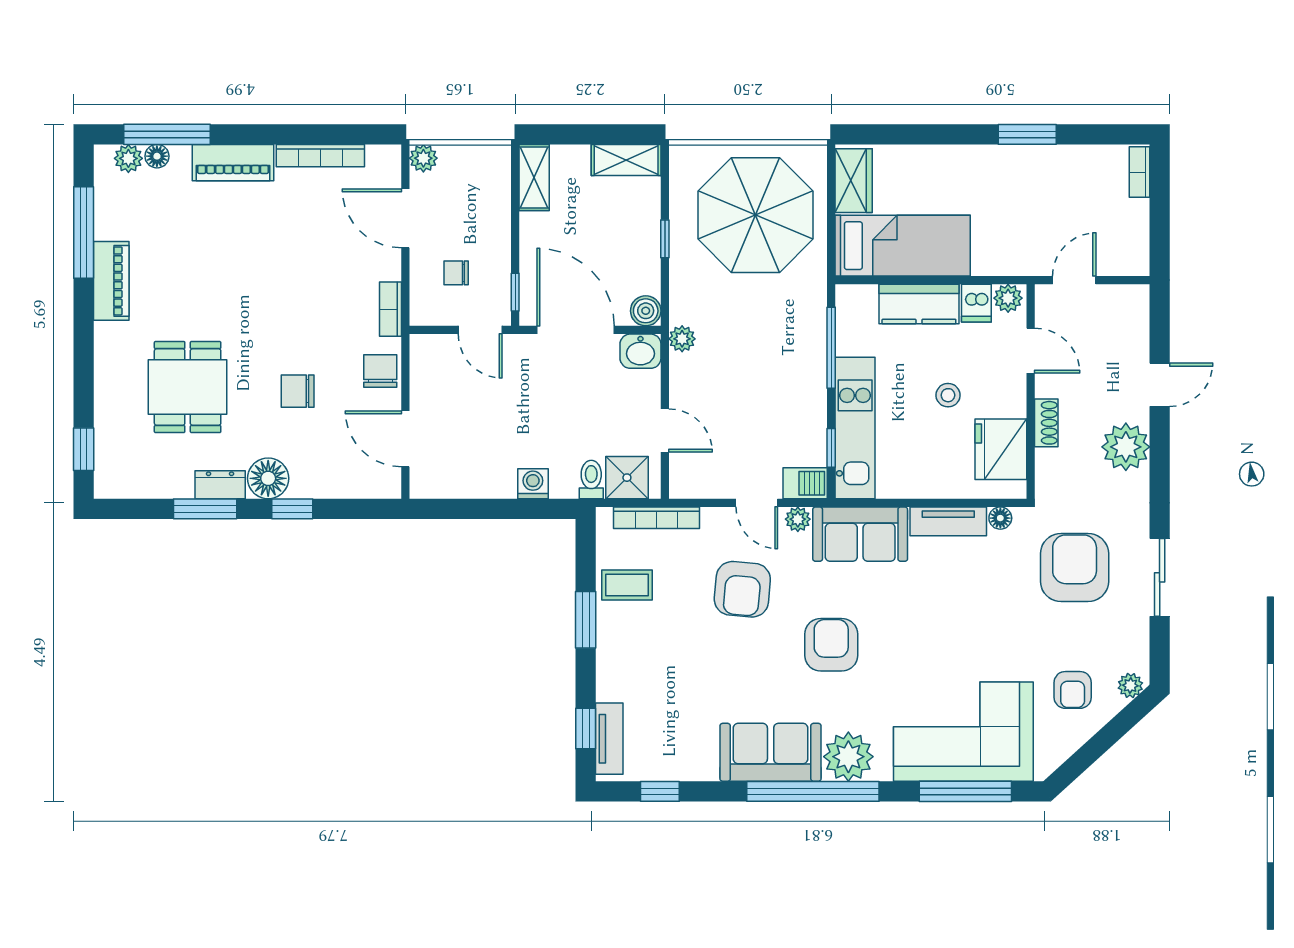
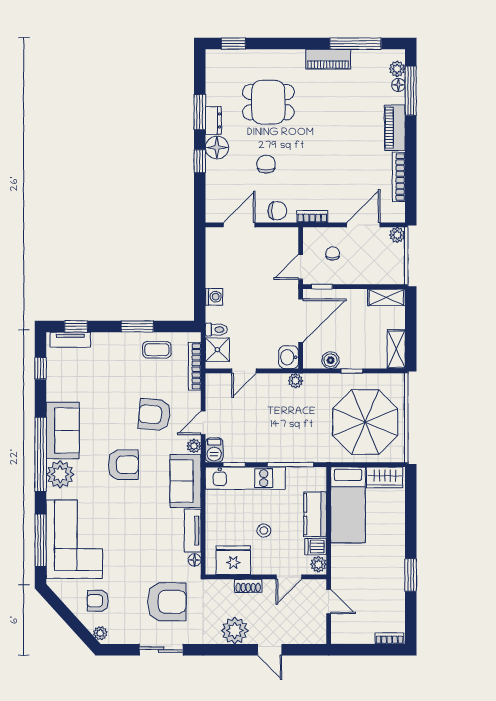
boiler: (646, 311) -> (331, 360), moved
coffee table: (627, 585) -> (157, 350), turned 90

